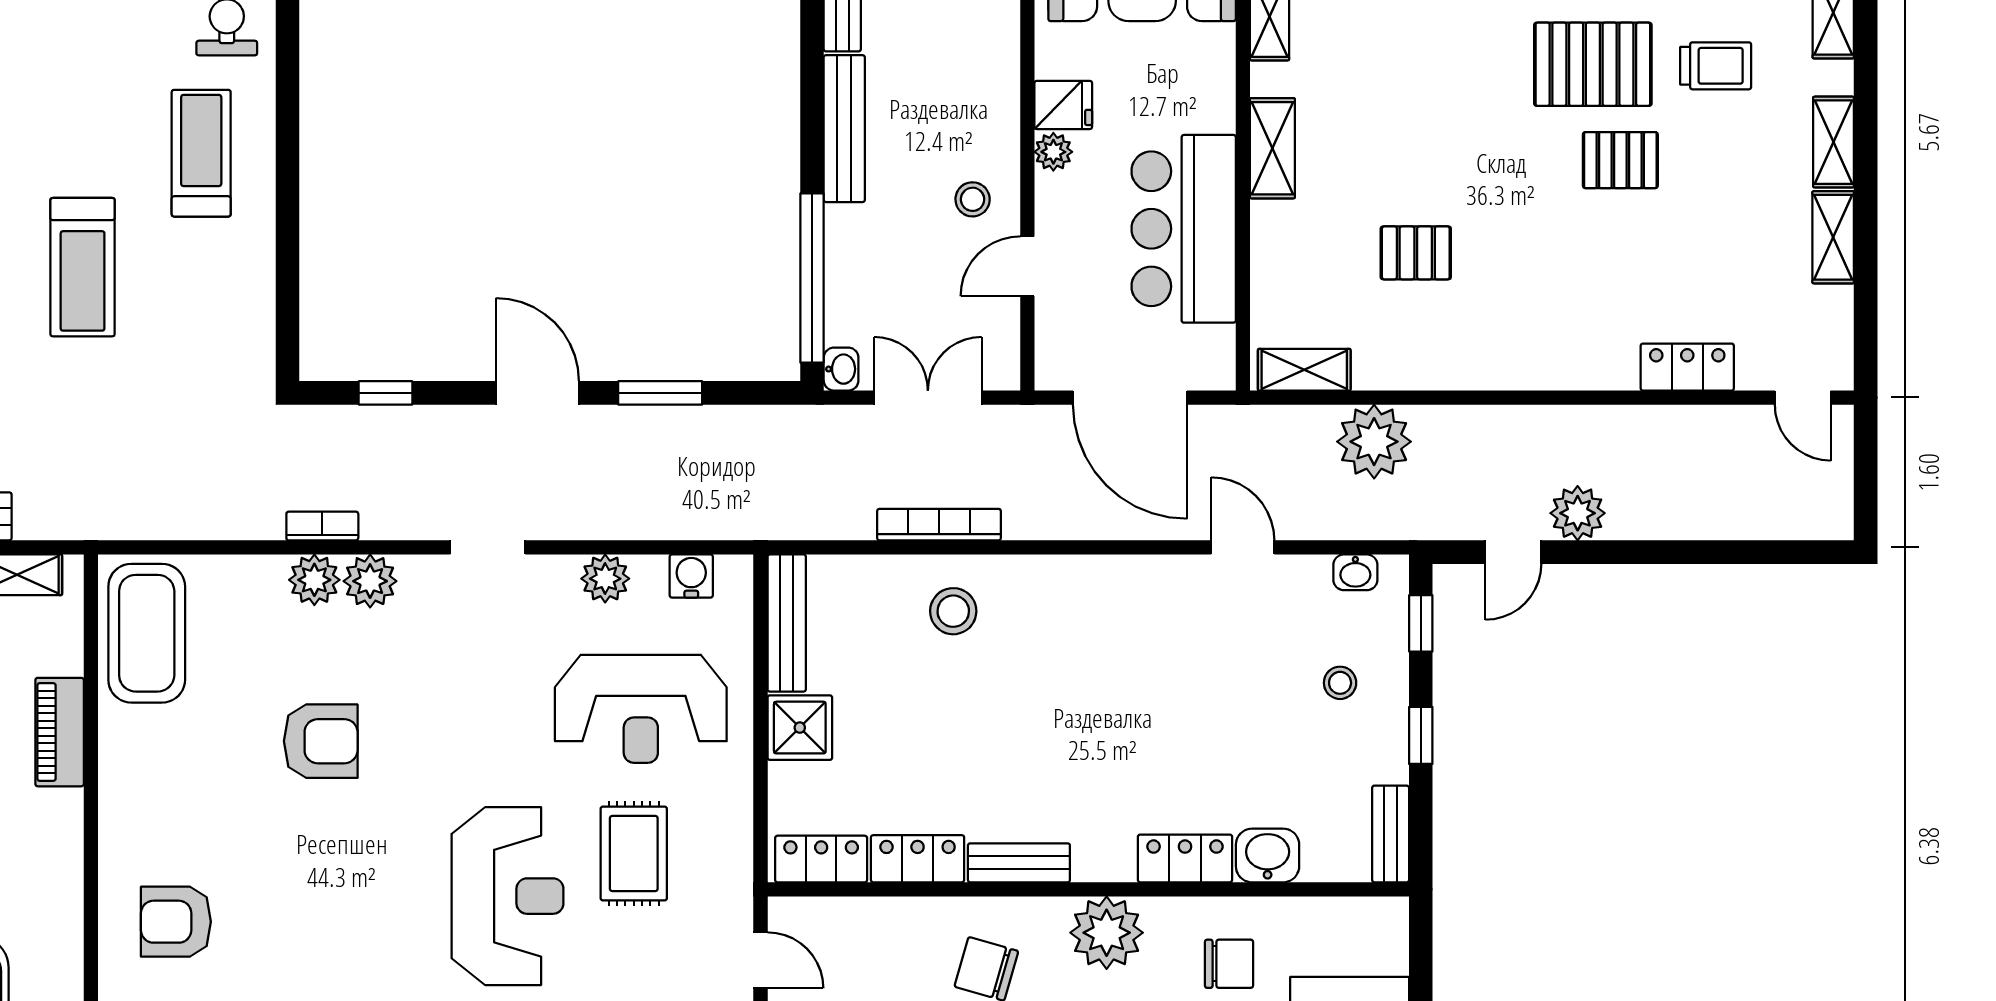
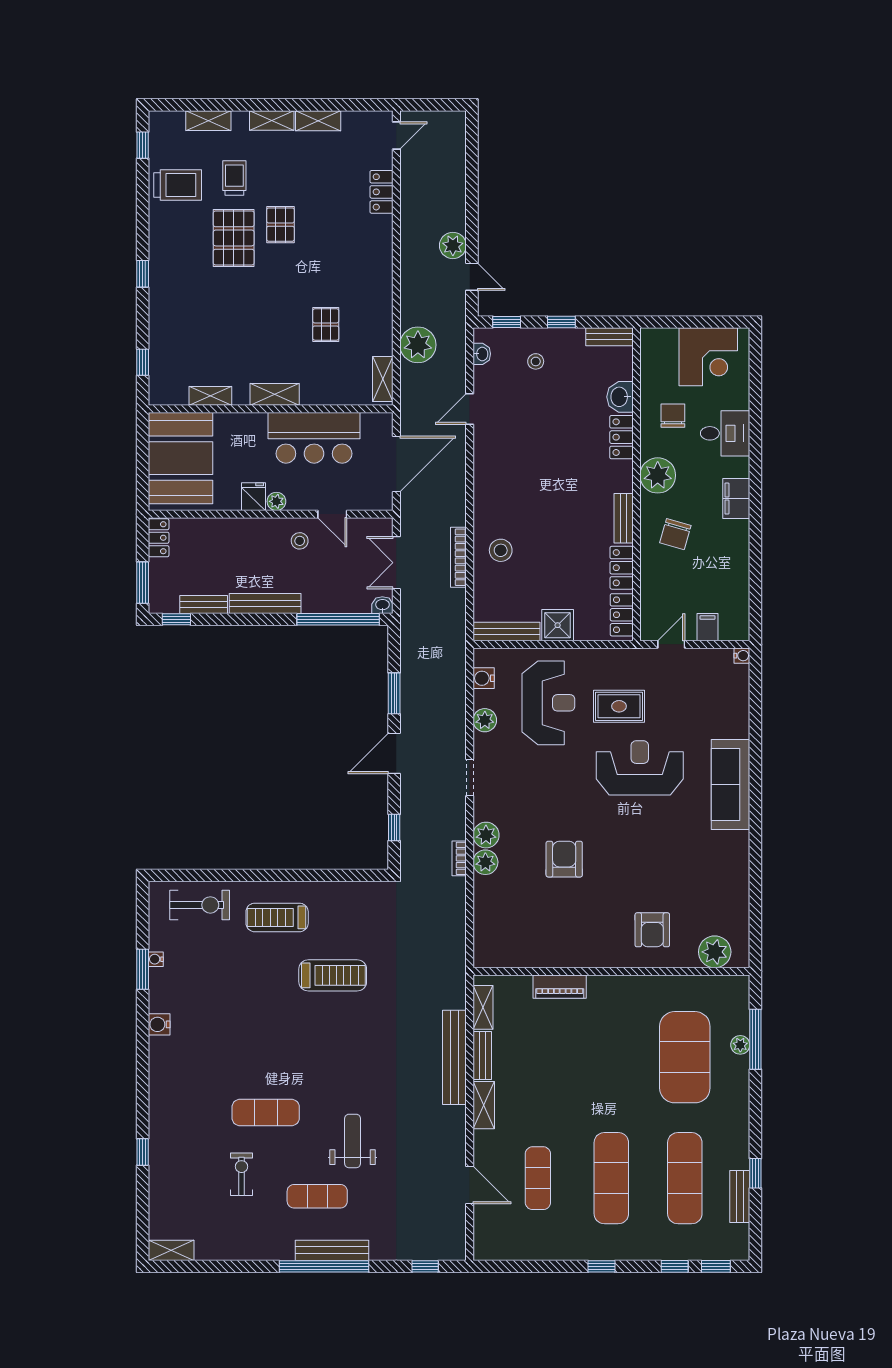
coffee table: (147, 633) -> (511, 944), removed

